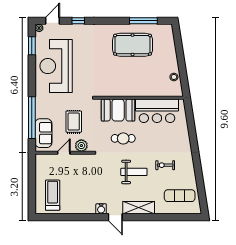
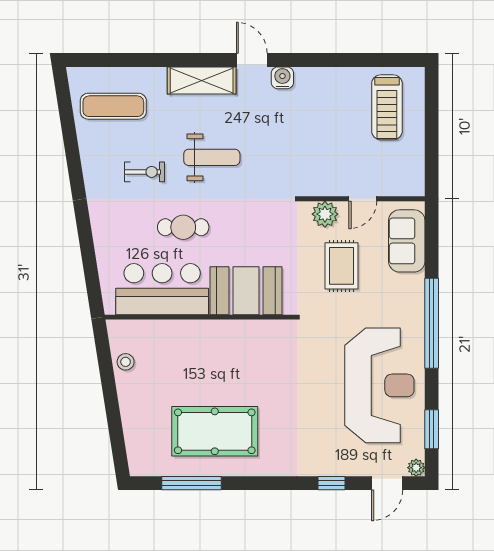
window: (32, 118) -> (432, 323), moved
cafe table: (123, 138) -> (183, 227), moved
weight bench: (134, 172) -> (212, 157), turned 180

